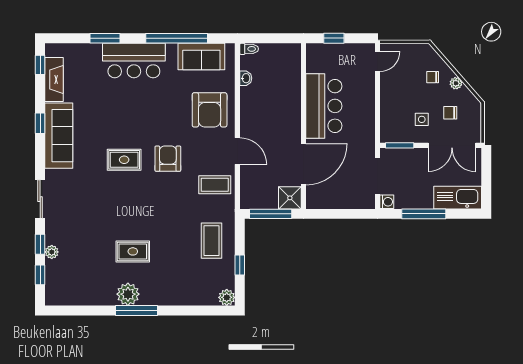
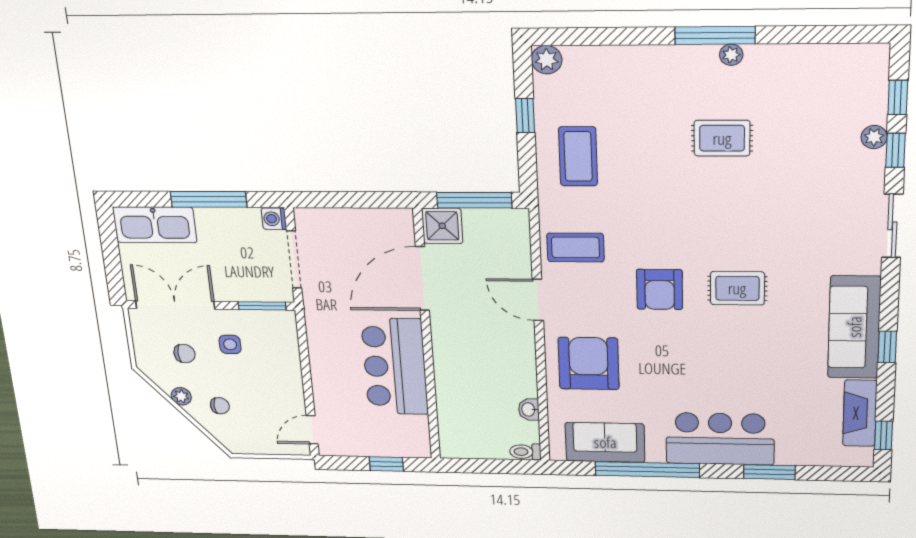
plant: (128, 294) -> (731, 55), width x0.53, depth x0.53

